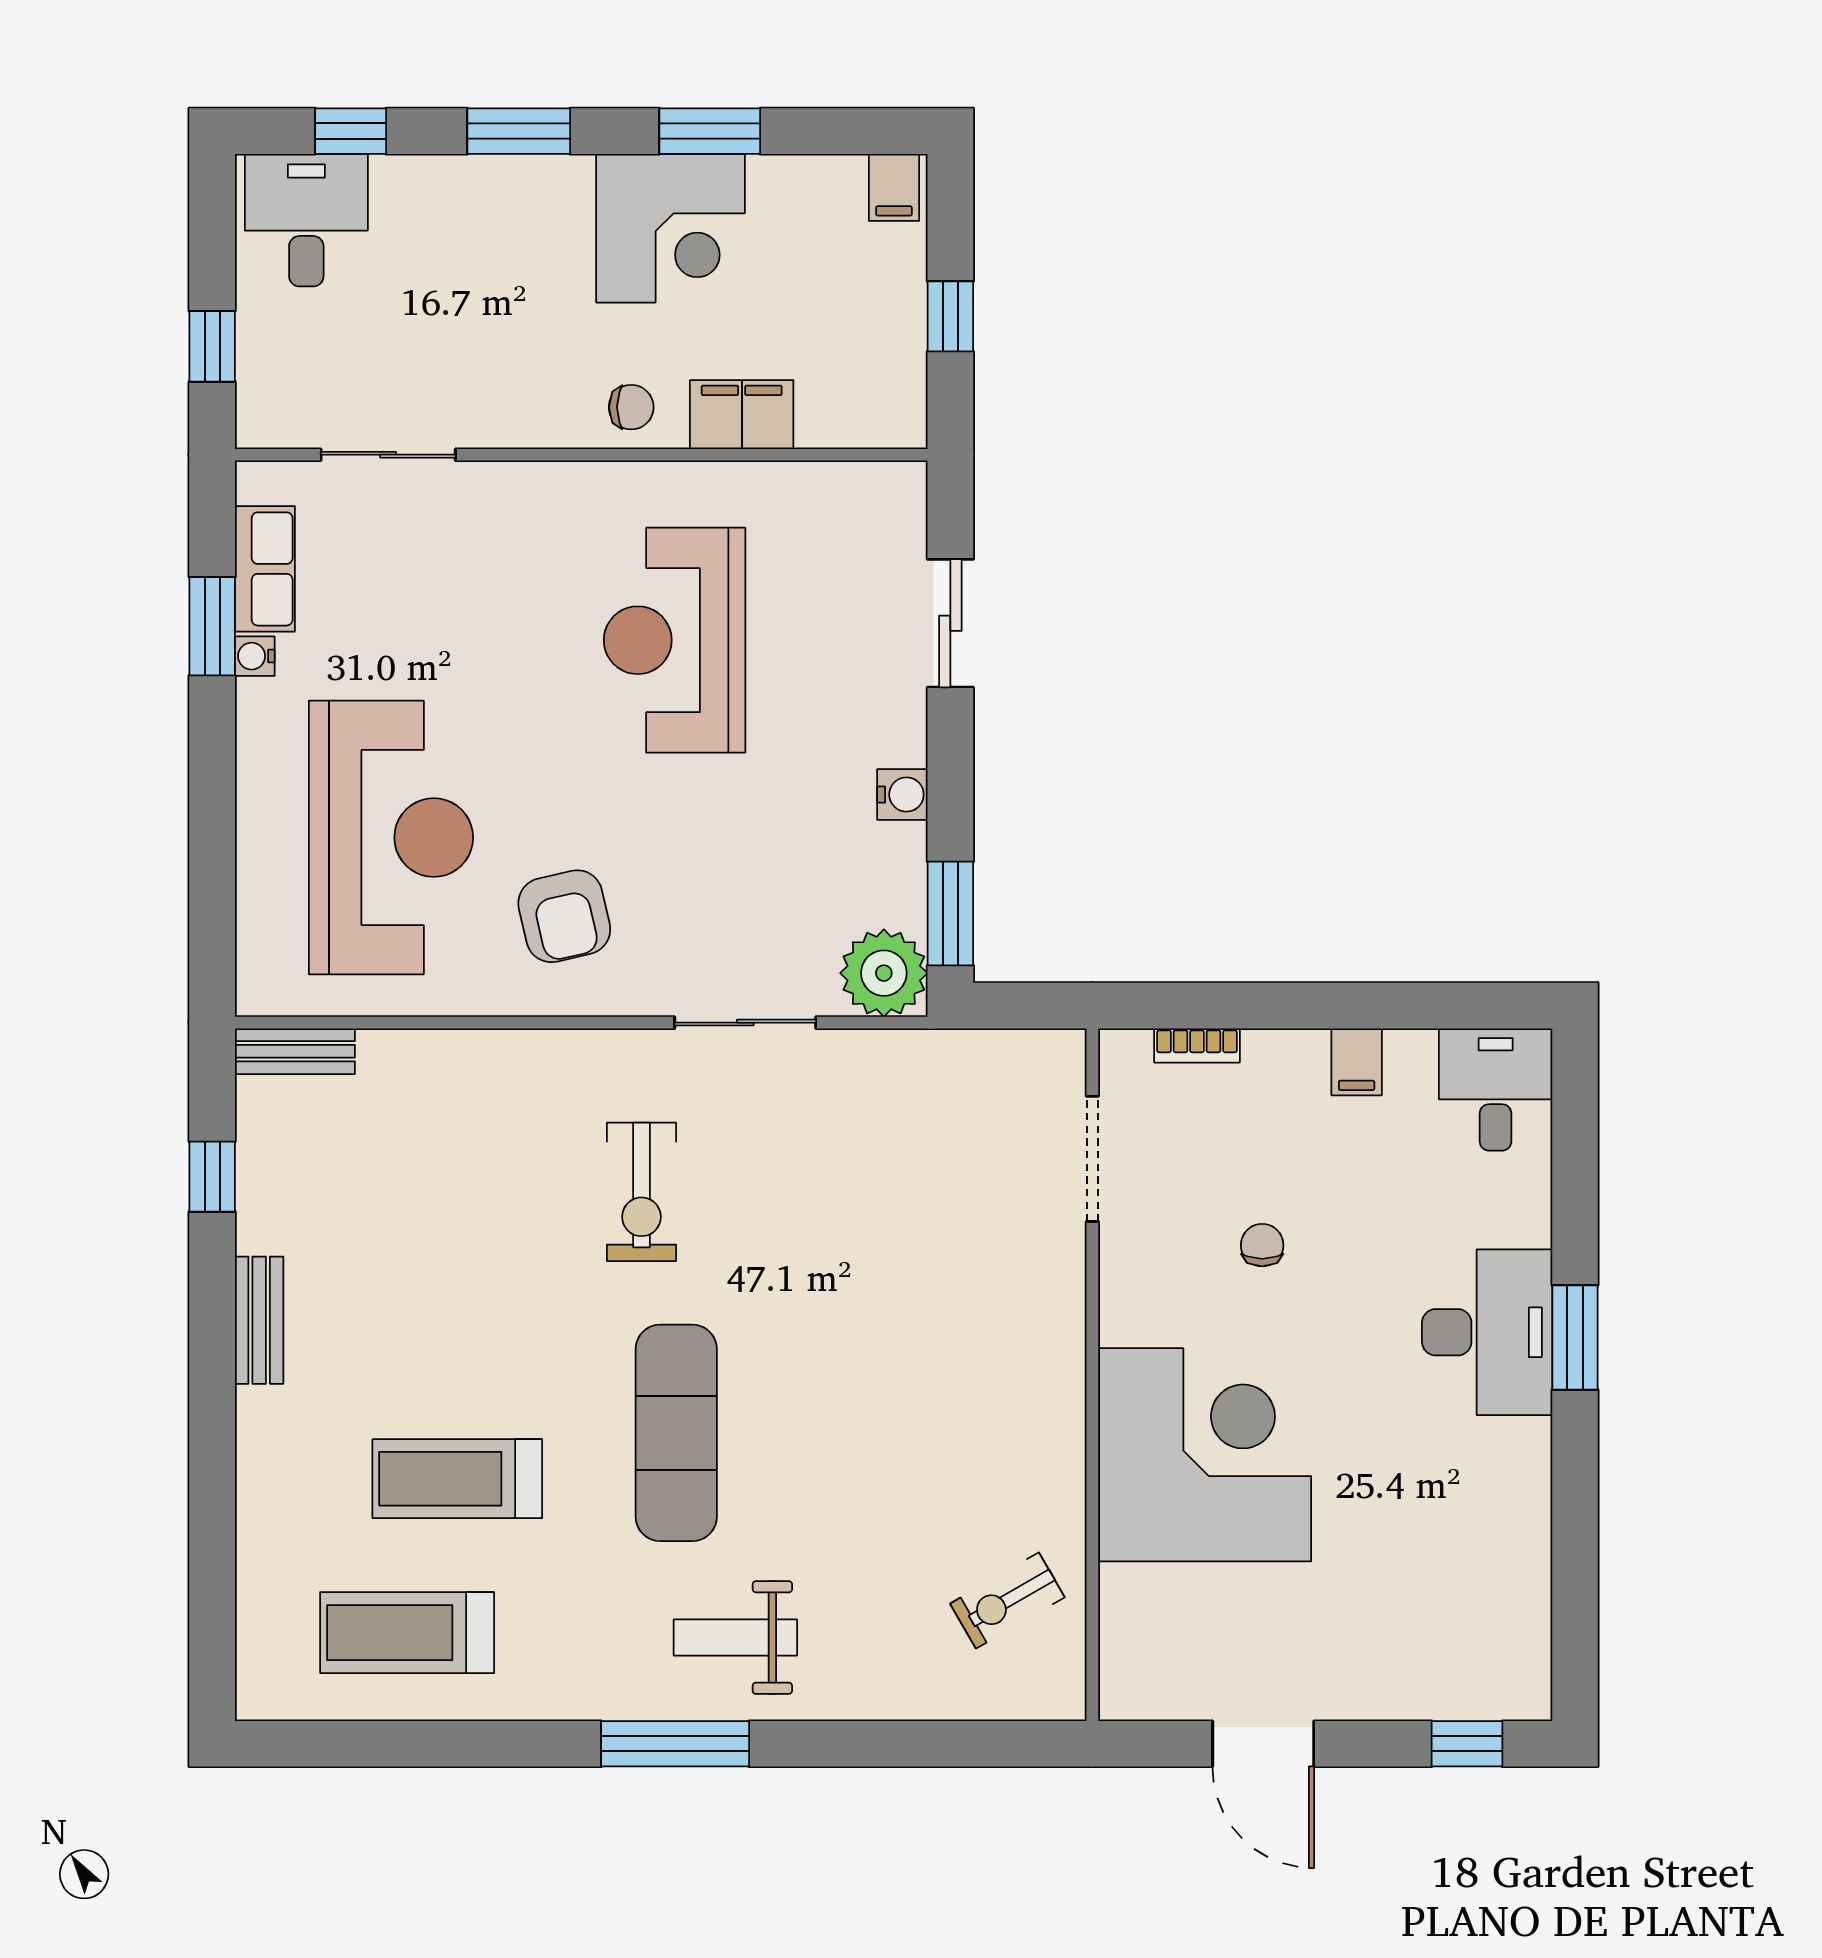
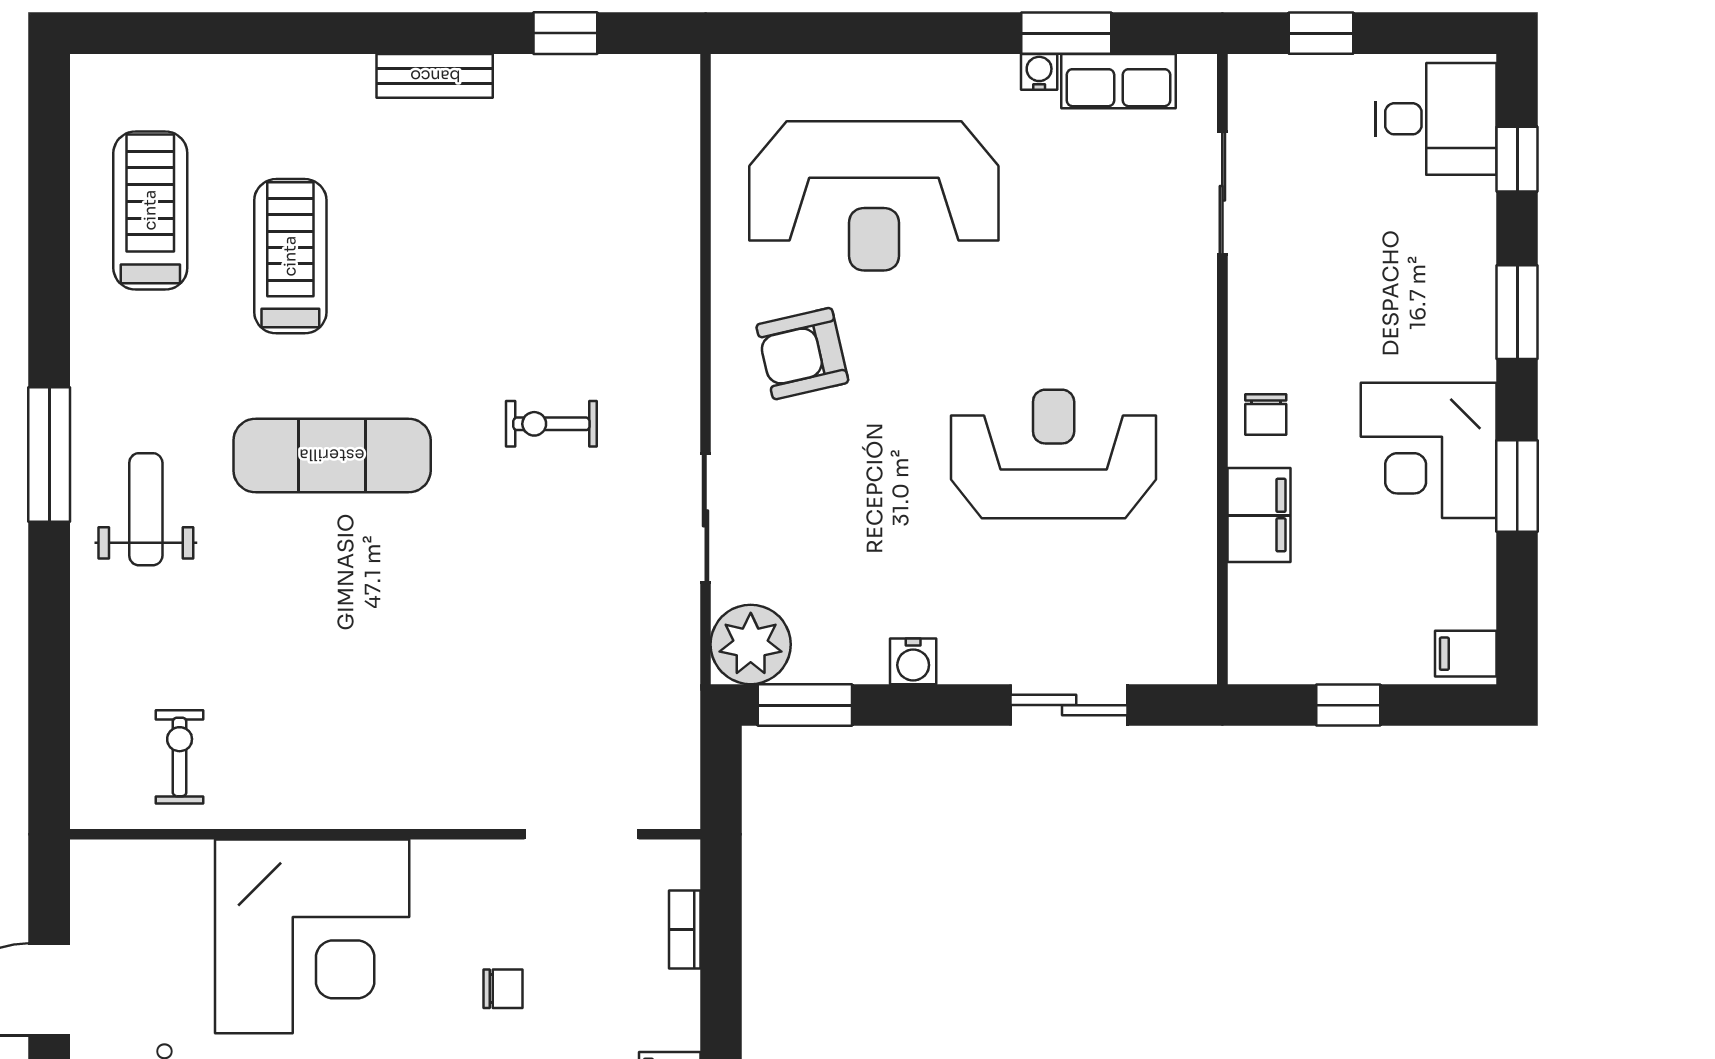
bench: (295, 1051) -> (680, 108), removed
exercise bike: (641, 1192) -> (551, 424), width x0.73, depth x0.72
exercise bike: (1007, 1600) -> (180, 757), turned 30

